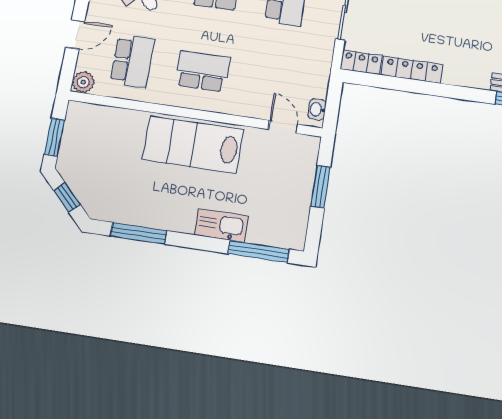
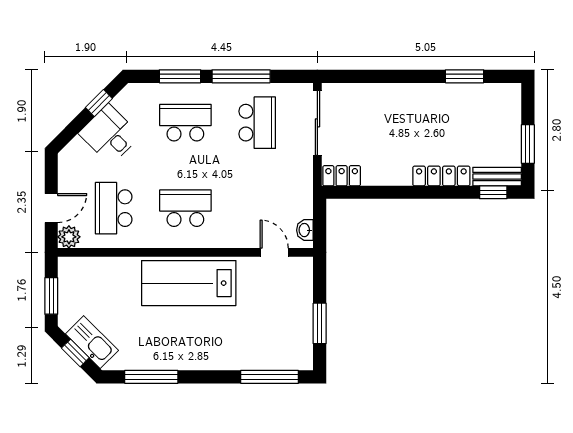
door: (75, 34) -> (51, 208), moved
school desk: (132, 61) -> (114, 208), turned 180
locker: (412, 70) -> (441, 176), moved
window: (321, 187) -> (320, 323), moved
kitchen sink: (221, 225) -> (92, 342), moved, turned 45

